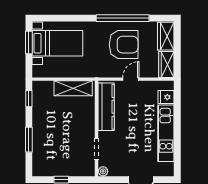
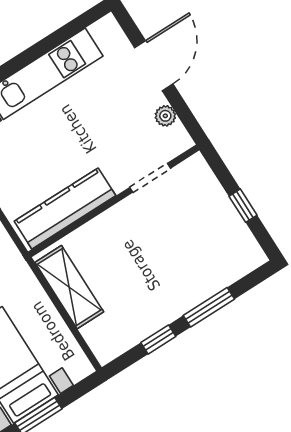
window: (29, 99) -> (158, 339), moved
plant: (103, 171) -> (165, 116), moved

